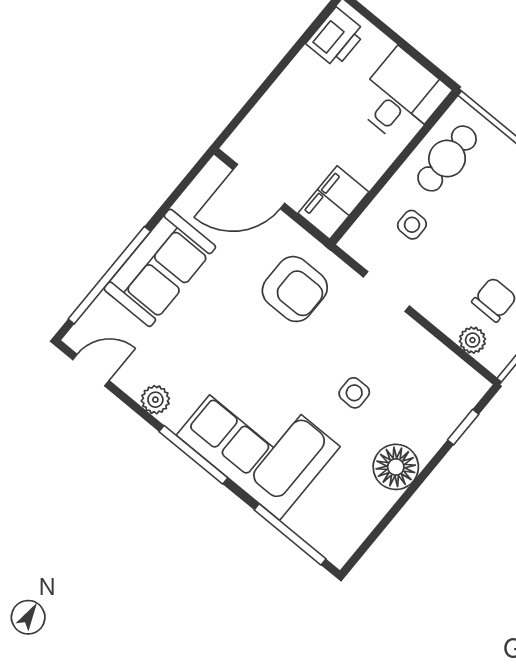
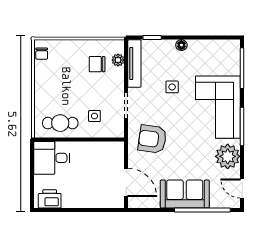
filing cabinet: (333, 203) -> (110, 151), removed
armchair: (295, 289) -> (152, 139), turned -82
tv unit: (444, 362) -> (134, 64), added
plant: (155, 400) -> (228, 156), width x1.88, depth x1.88
floor lamp: (396, 467) -> (181, 45), width x0.53, depth x0.53

